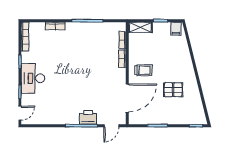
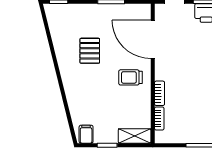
pallet: (173, 90) -> (90, 51), turned 90
door: (127, 98) -> (153, 39), hinge flipped

